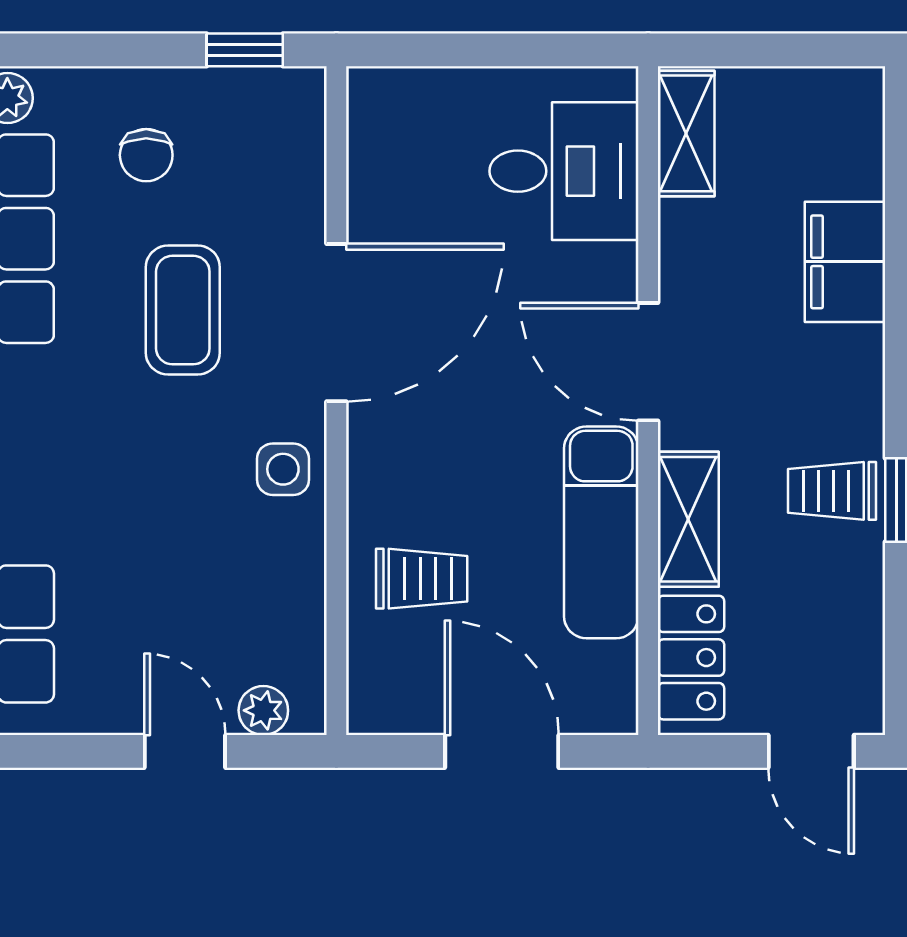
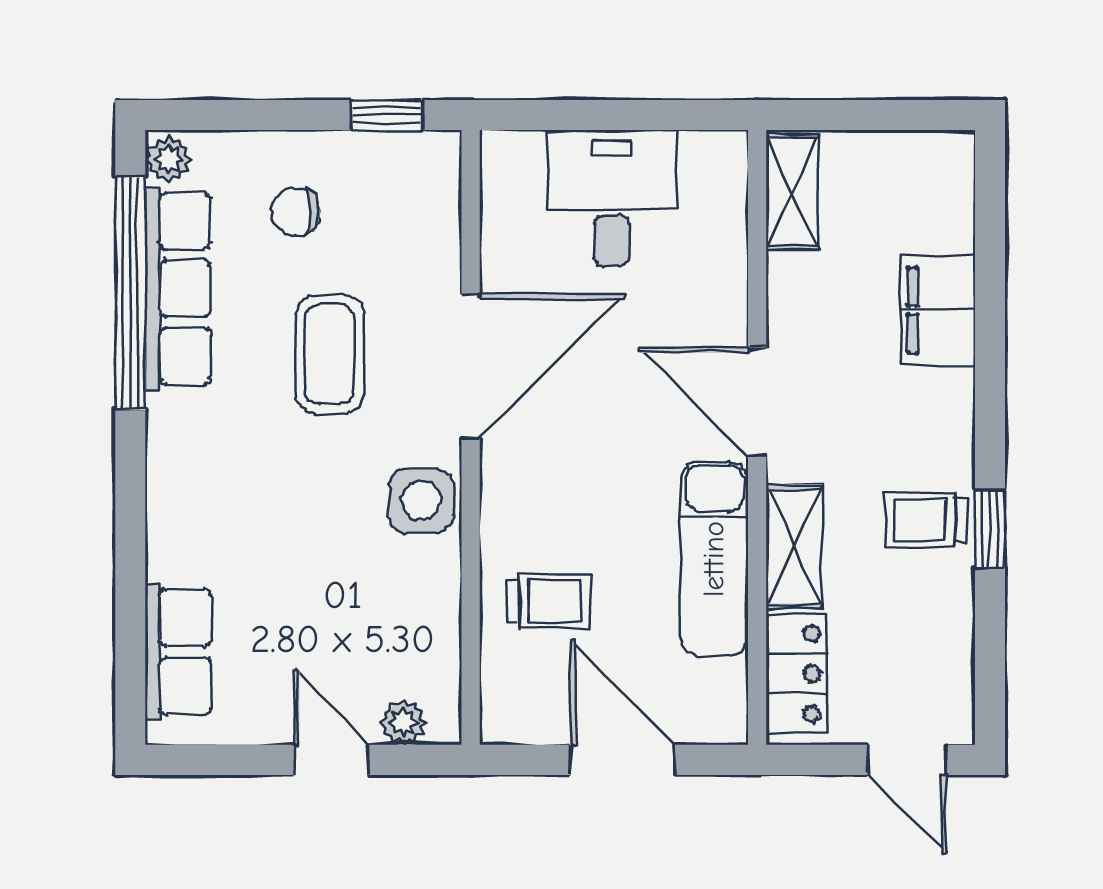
chair: (146, 155) -> (296, 212), turned 90
desk: (564, 171) -> (612, 198), moved, turned -90
side table: (283, 469) -> (421, 500), width x1.37, depth x1.37

